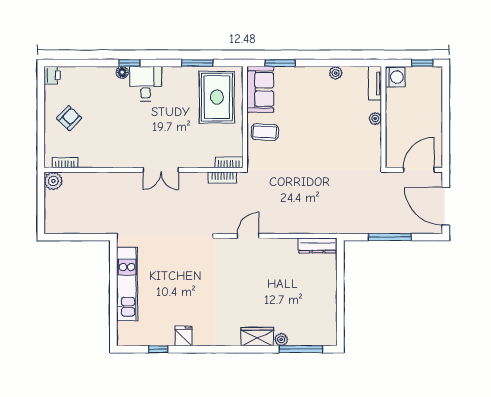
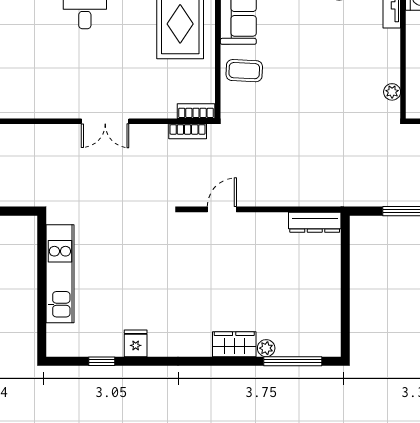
plant: (375, 119) -> (392, 92), moved

